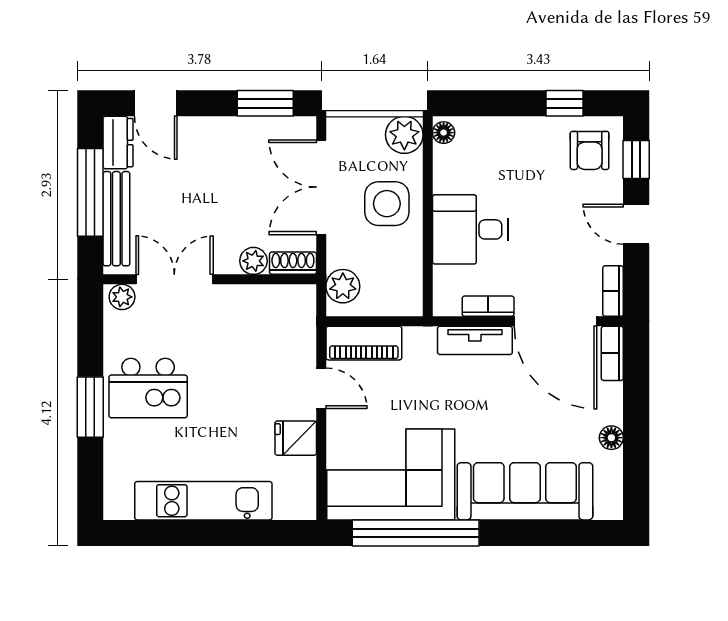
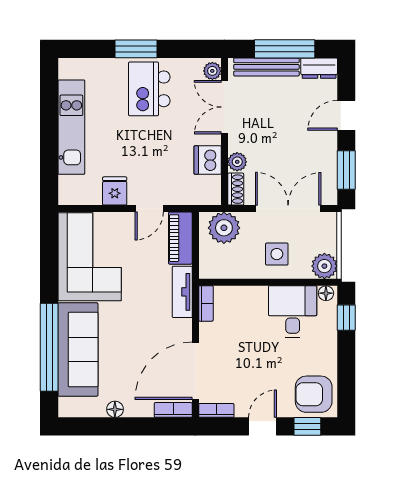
door: (156, 103) -> (346, 115), moved
window: (565, 103) -> (346, 318), moved
armchair: (590, 150) -> (314, 394), width x1.38, depth x1.38
side table: (387, 204) -> (277, 254), width x0.73, depth x0.73
desk: (470, 229) -> (293, 312), moved
double door: (174, 279) -> (224, 107), swing flipped
plant: (343, 286) -> (224, 228), width x1.36, depth x1.36
dishwasher: (251, 304) -> (208, 160), added
bookcase: (488, 306) -> (206, 303), moved
tv unit: (475, 340) -> (182, 292), moved
window: (416, 533) -> (49, 347), moved

